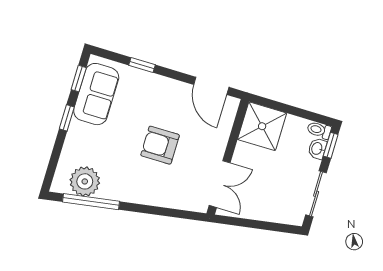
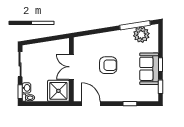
sofa: (96, 94) -> (149, 69), moved
double door: (220, 184) -> (71, 67), moved

